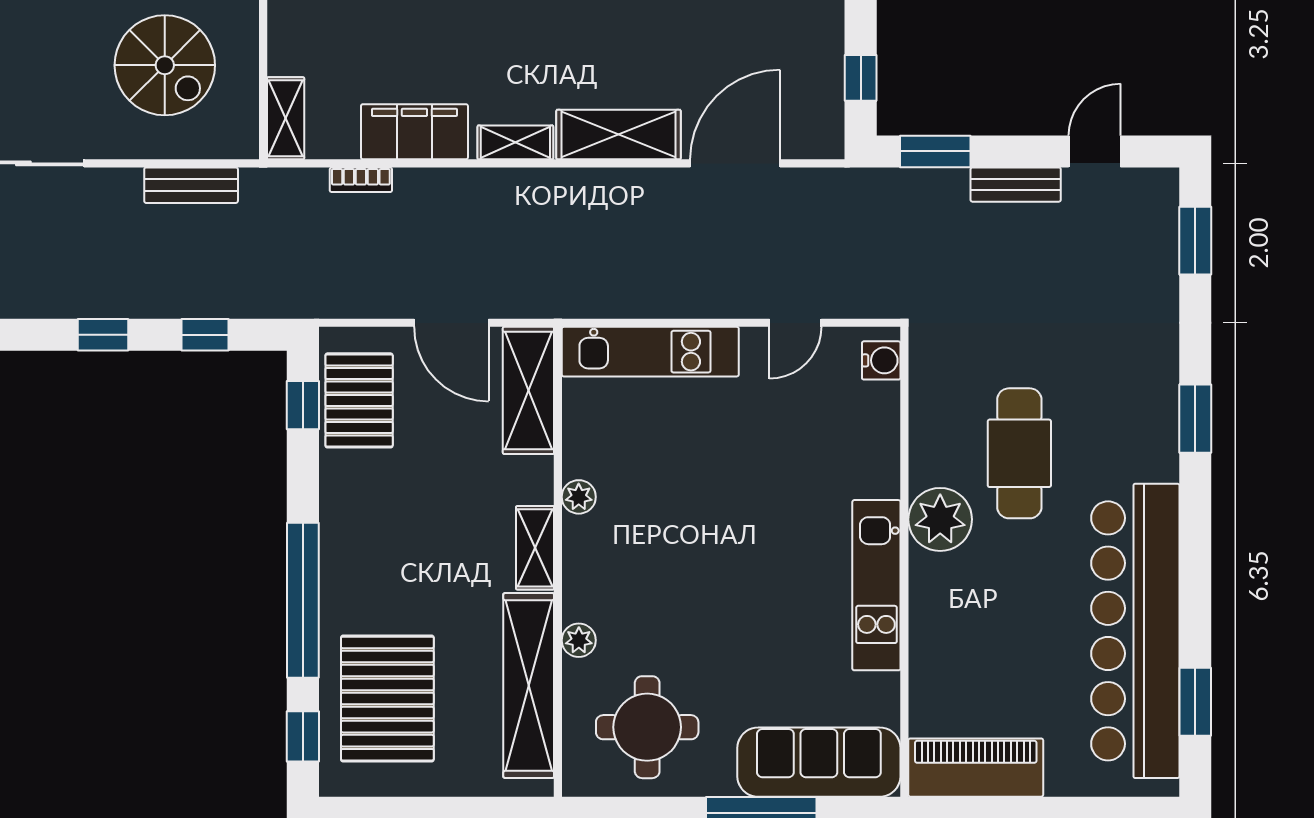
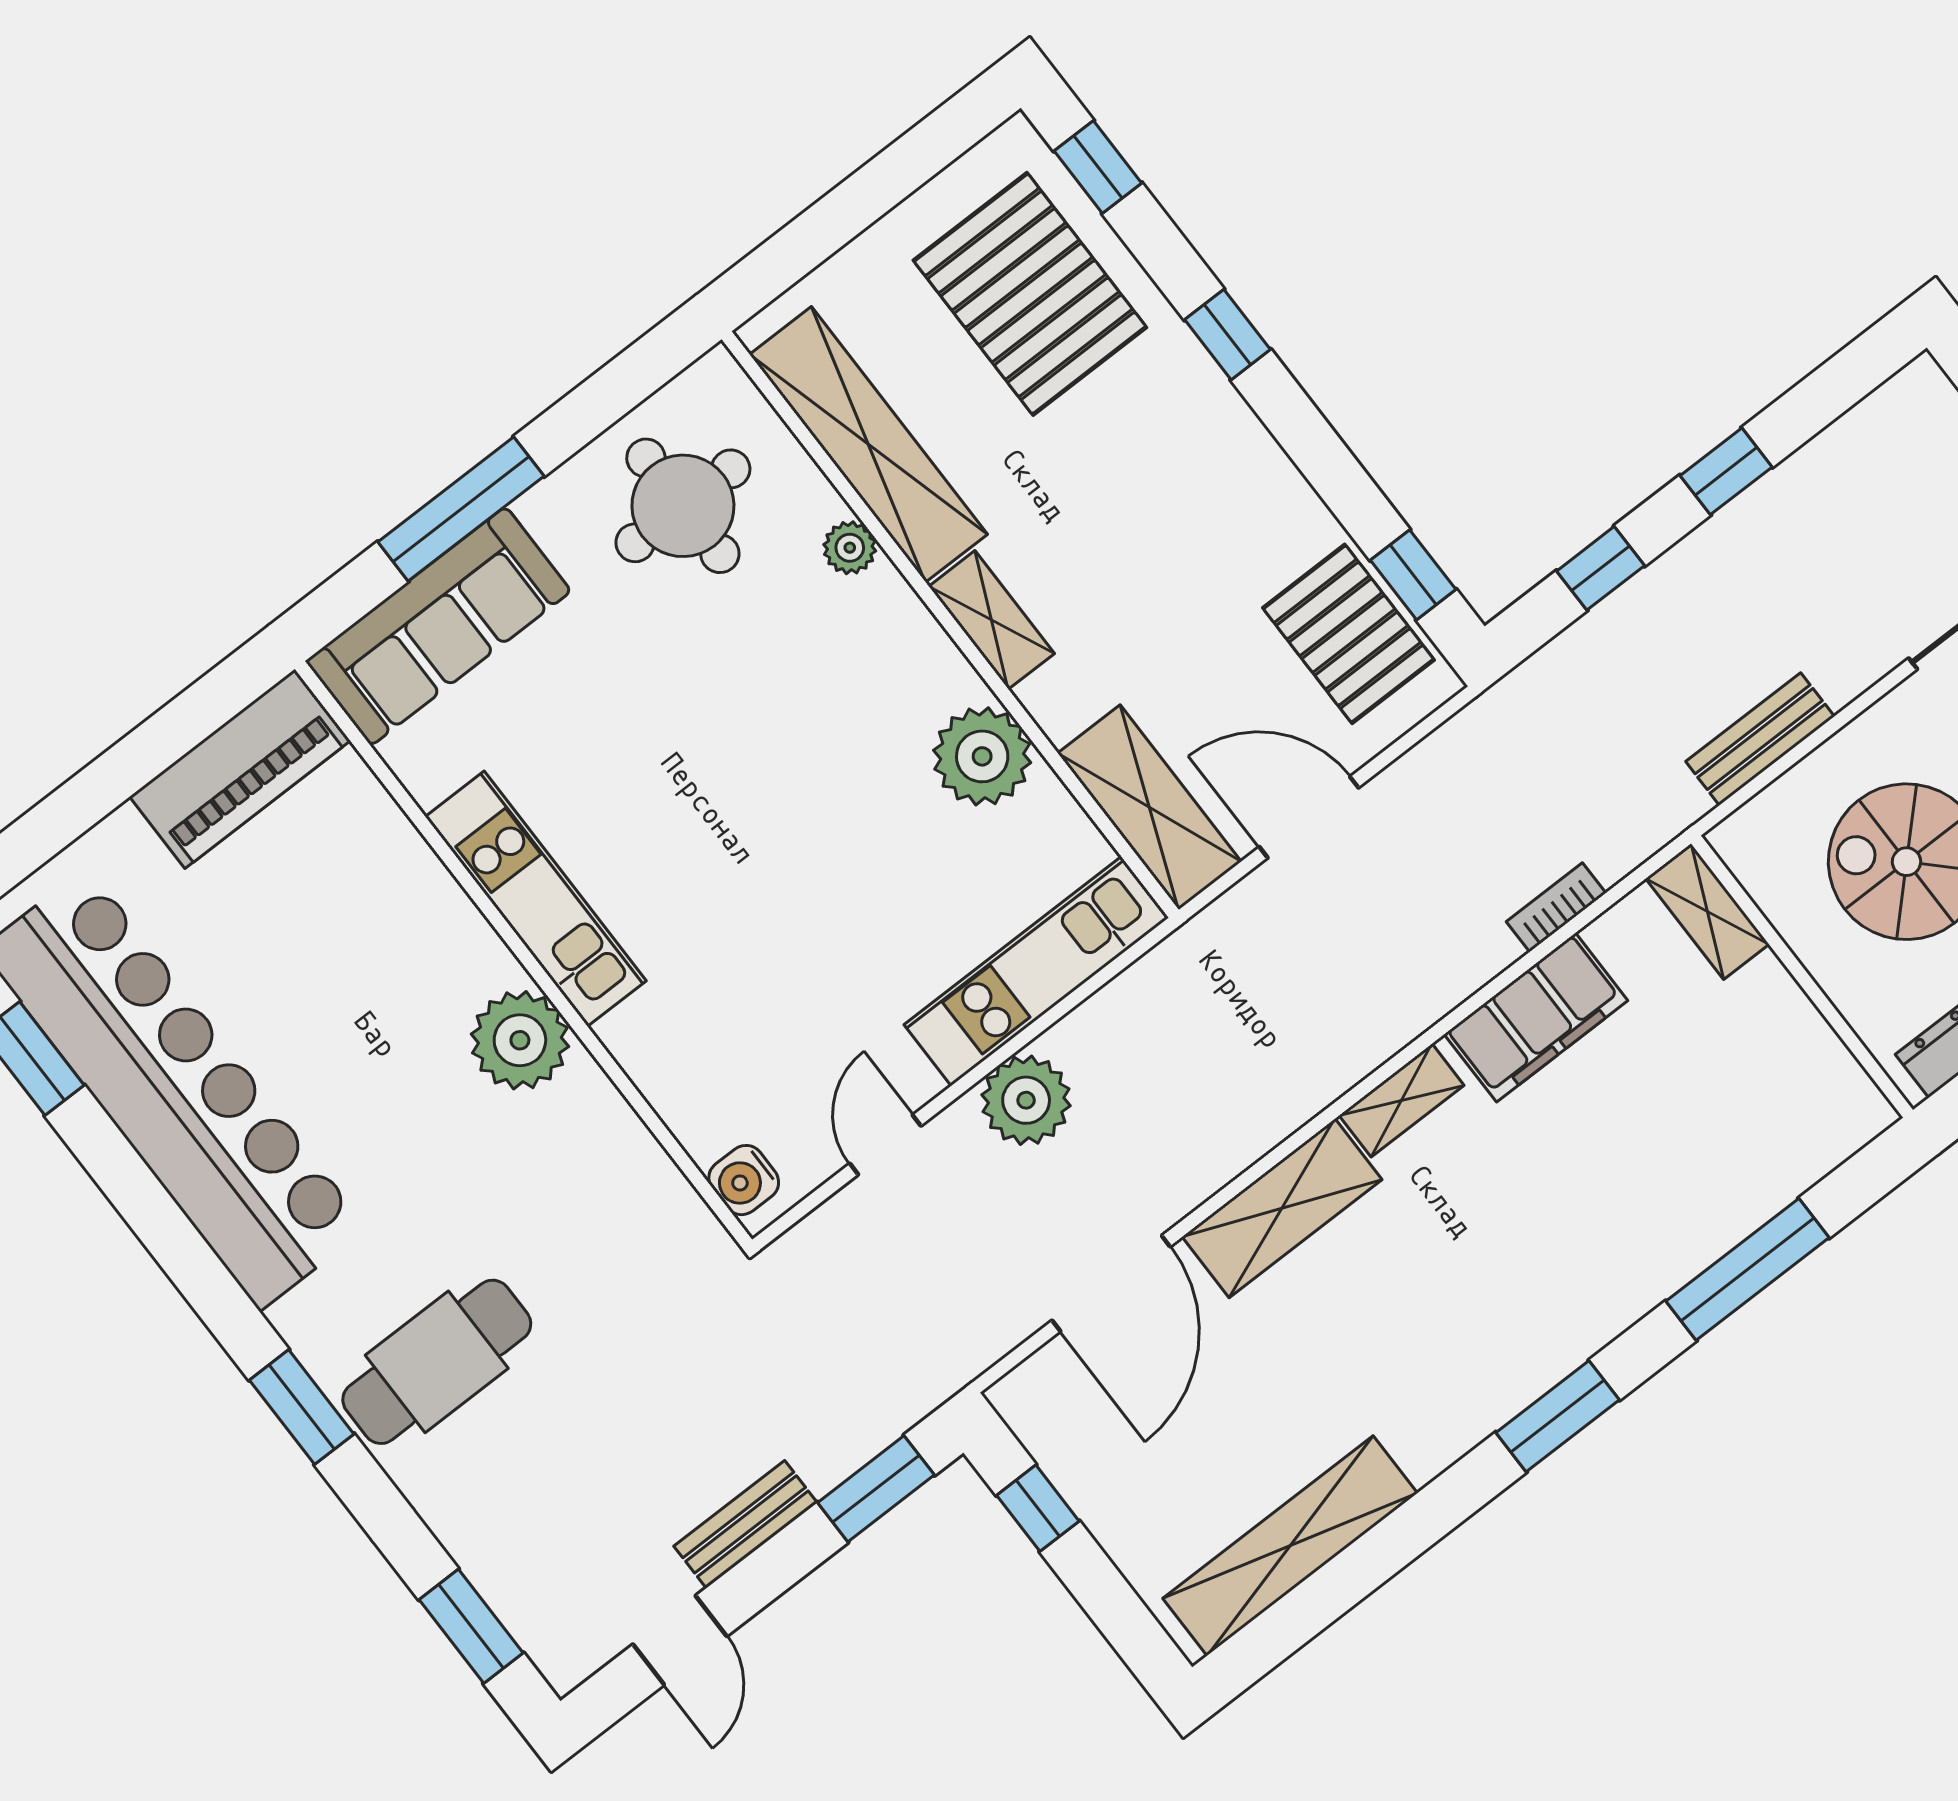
plant: (706, 290) -> (1026, 1100), added
cafe table: (1019, 453) -> (437, 1362), moved, turned 90
plant: (579, 497) -> (982, 756), width x1.88, depth x1.88
window: (303, 600) -> (1227, 335), width x0.32

